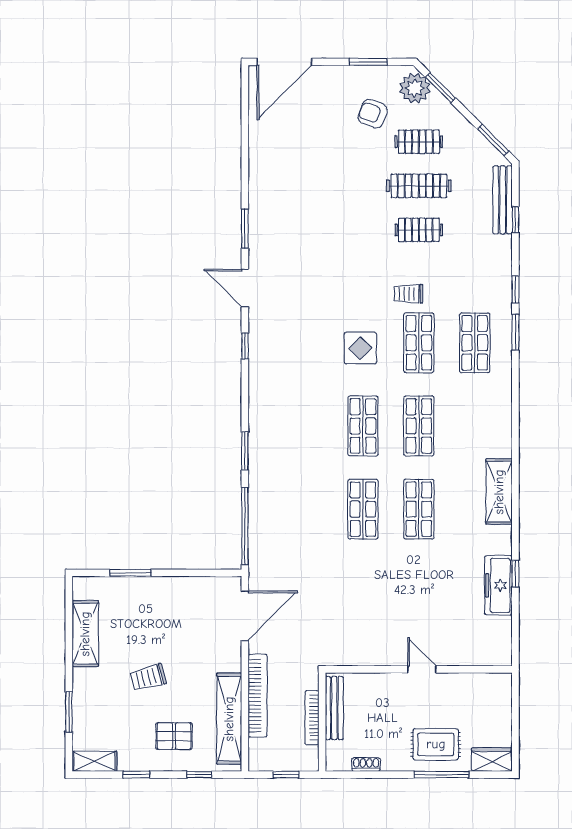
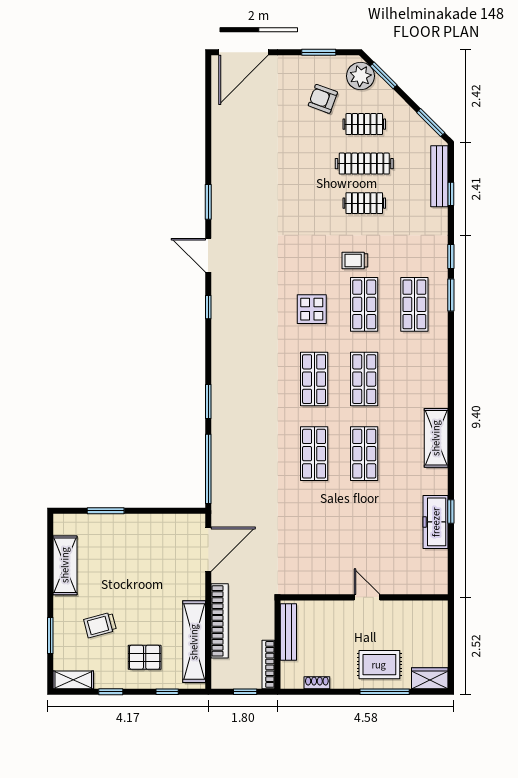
trolley: (148, 677) -> (100, 625), moved
bookcase: (312, 718) -> (268, 664), moved

